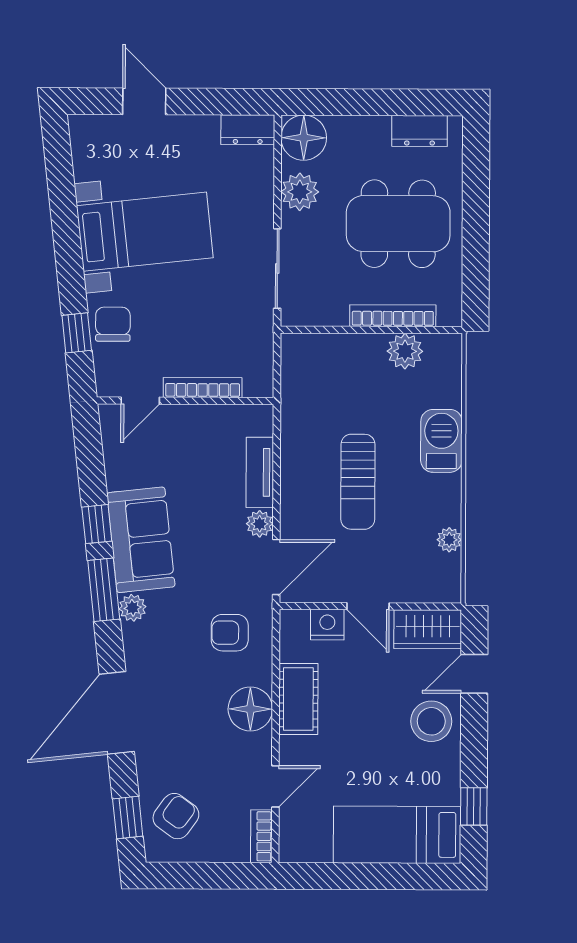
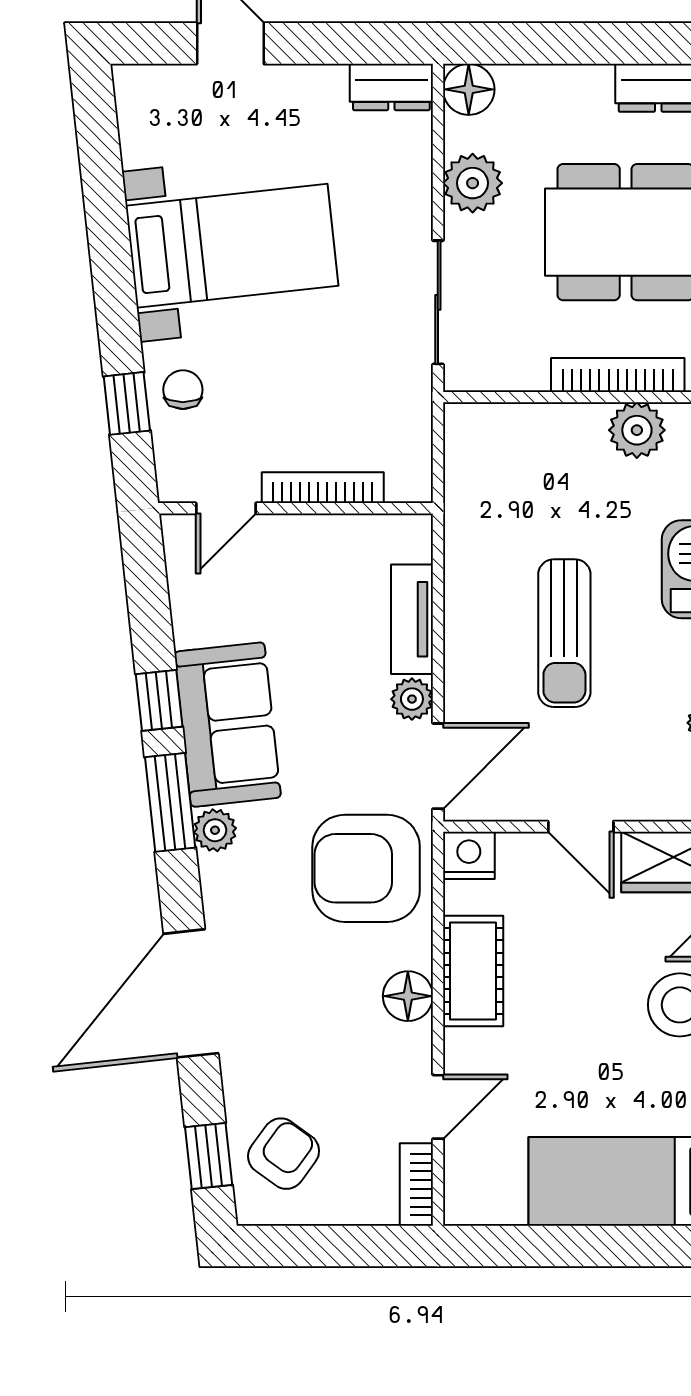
floor lamp: (304, 138) -> (469, 89), width x0.73, depth x0.73
chair: (113, 324) -> (183, 390), width x0.73, depth x0.73
nightstand: (327, 625) -> (469, 855), moved
armchair: (230, 633) -> (366, 868), width x1.88, depth x1.88
floor lamp: (250, 709) -> (408, 996), width x0.73, depth x0.73

